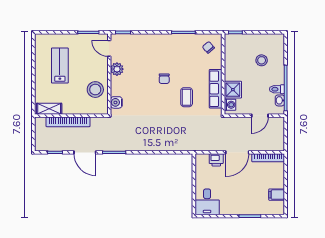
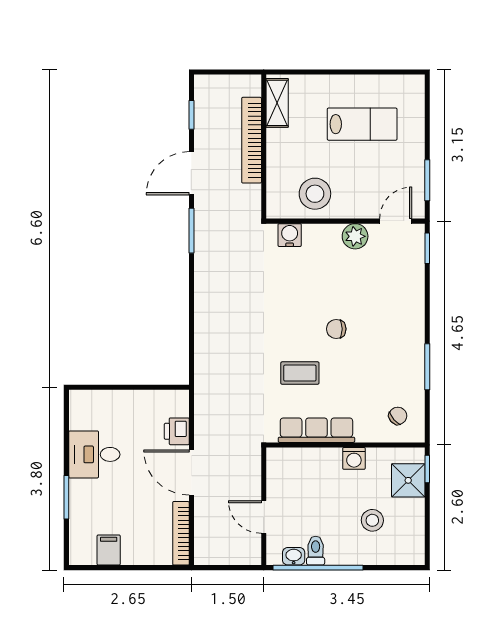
shower: (233, 90) -> (408, 480), moved
washing machine: (230, 105) -> (354, 458), moved
desk: (207, 202) -> (94, 454), moved

